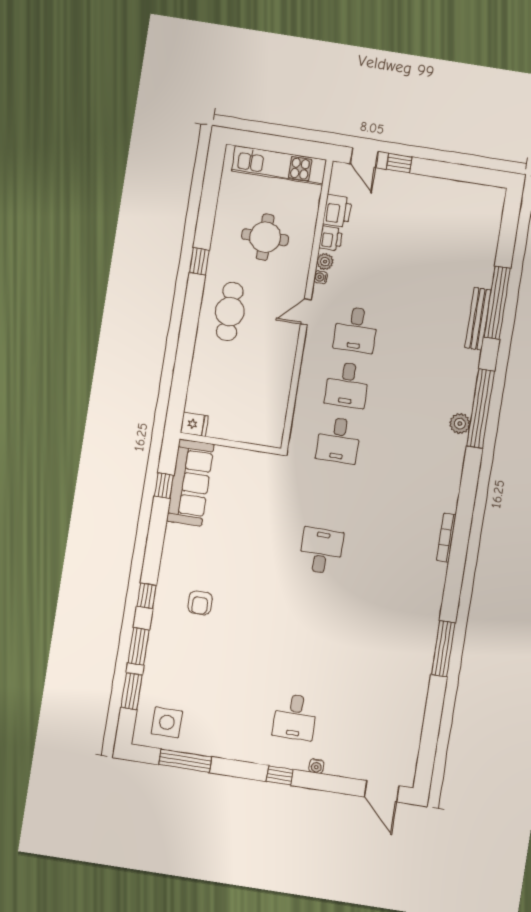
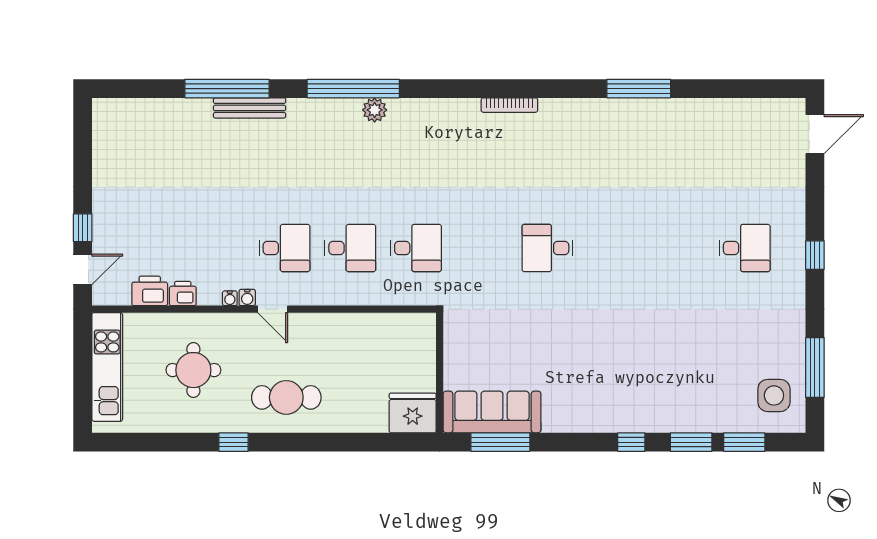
plant: (325, 262) -> (211, 296), removed
fridge: (194, 424) -> (413, 413), width x1.88, depth x1.34
window: (164, 486) -> (500, 442), width x2.17
armchair: (200, 603) -> (630, 379), removed
water cooler: (316, 766) -> (247, 298), moved, turned 90

